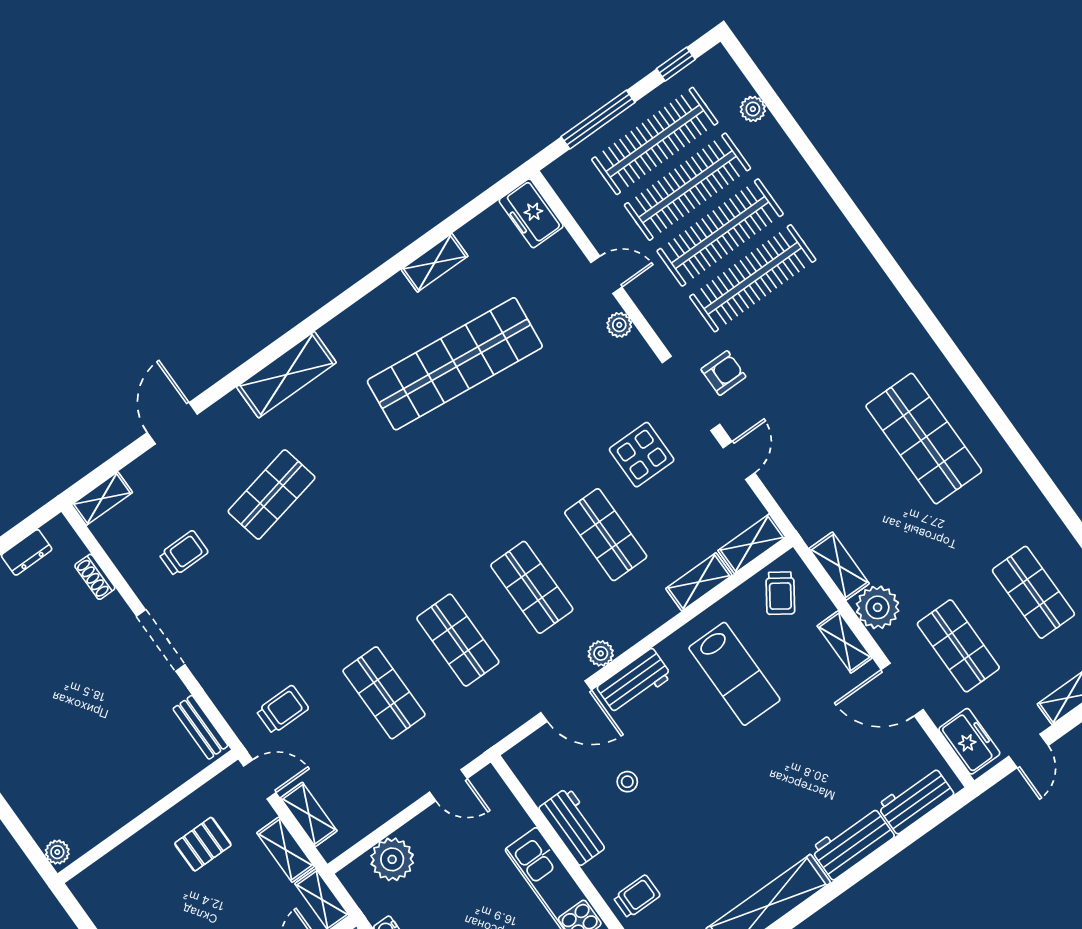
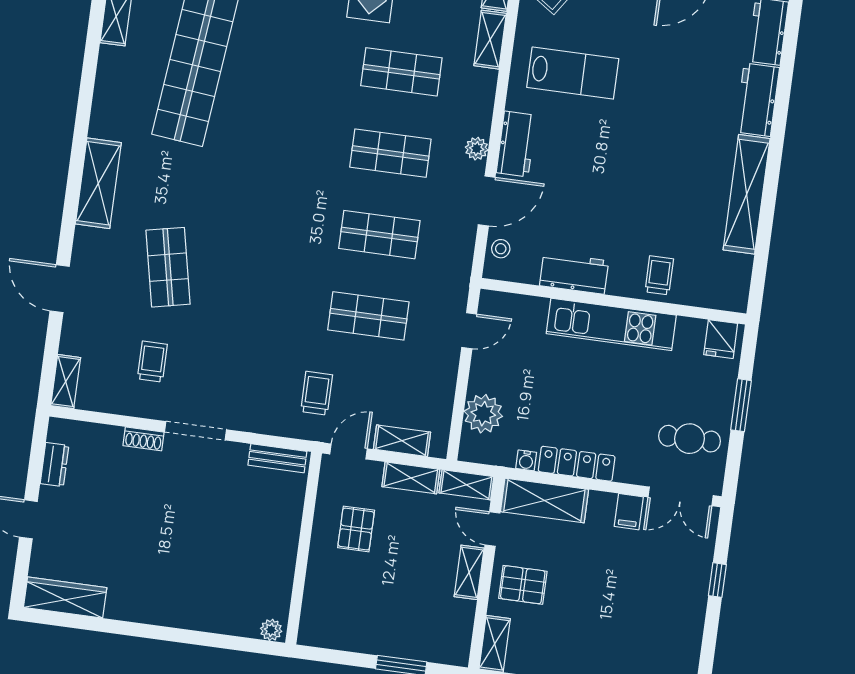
shoe rack: (95, 577) -> (144, 439), moved
stool: (627, 782) -> (501, 249), moved

